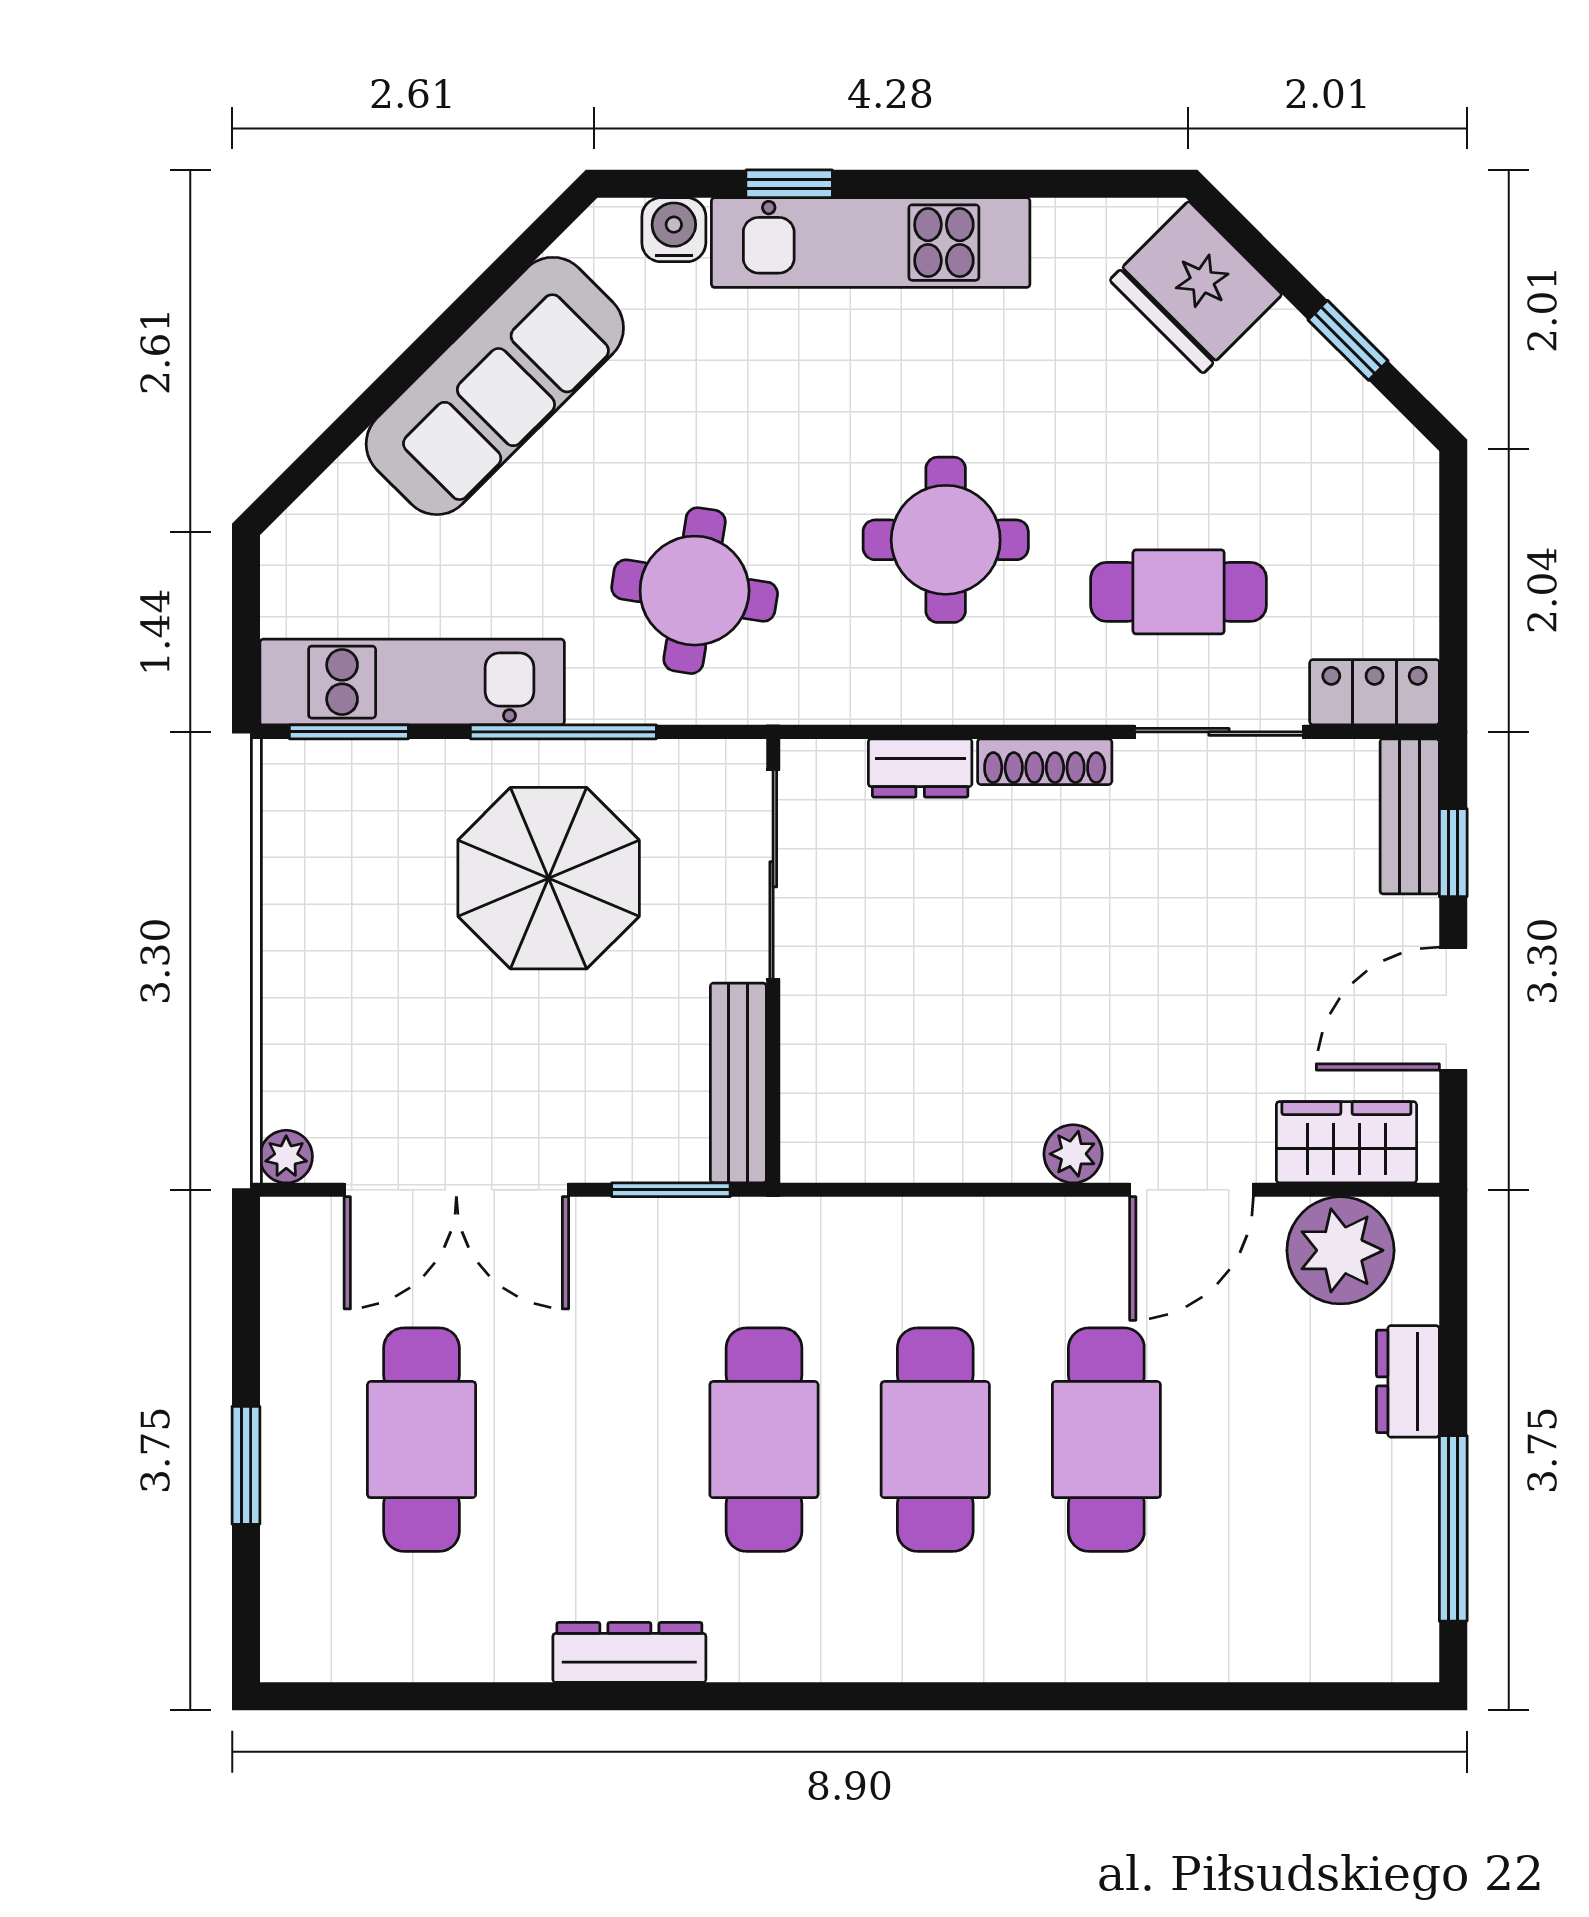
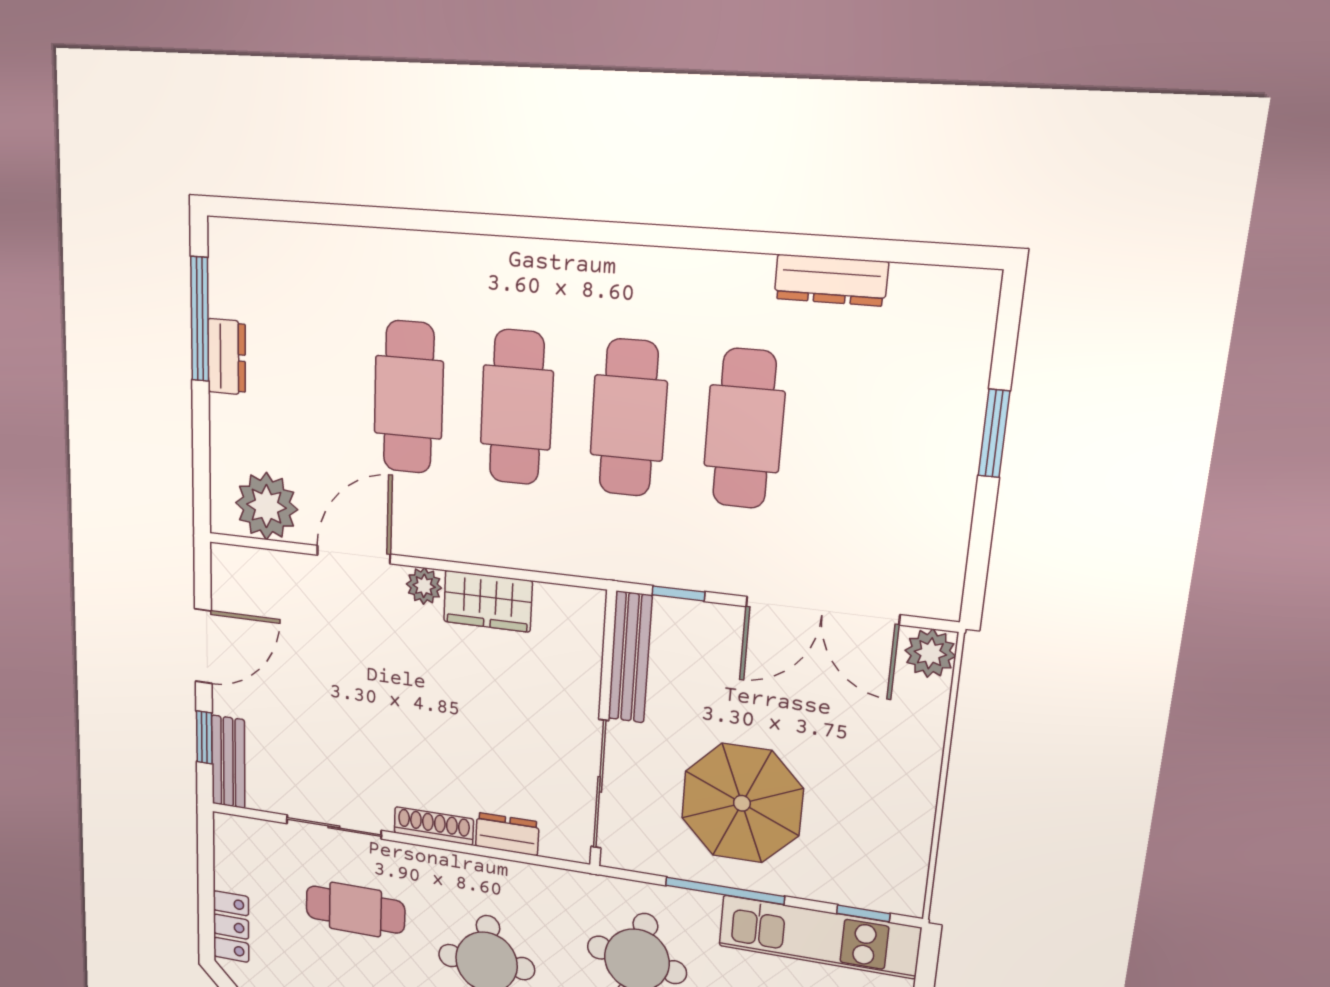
locker: (1375, 692) -> (231, 927), moved, turned -90
window: (349, 732) -> (863, 913), width x0.67
wardrobe: (1346, 1142) -> (488, 601), moved
plant: (286, 1157) -> (930, 653), width x1.38, depth x1.38
double door: (456, 1190) -> (822, 611), swing flipped
window: (671, 1190) -> (678, 593), width x0.67
dresser: (1408, 1381) -> (227, 357), moved
cafe table: (422, 1440) -> (744, 429), moved
dresser: (629, 1652) -> (831, 280), moved

